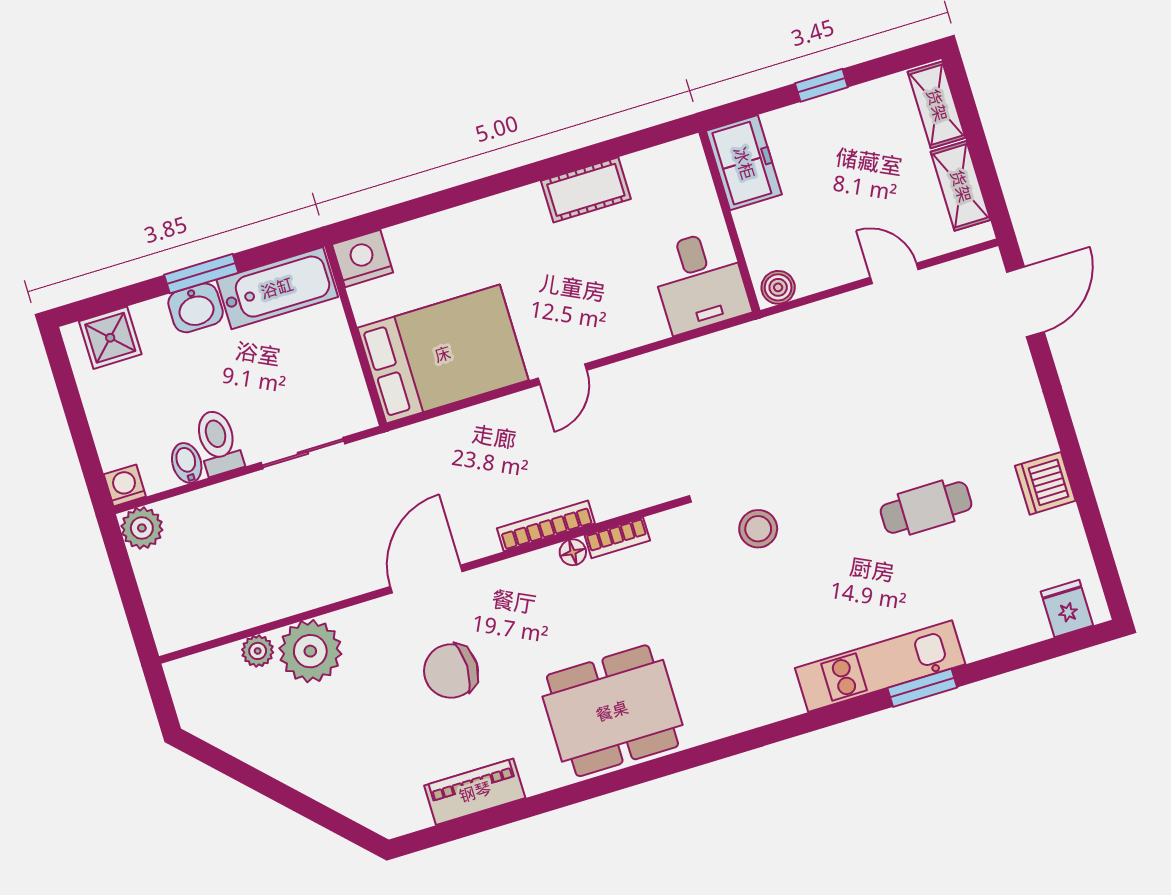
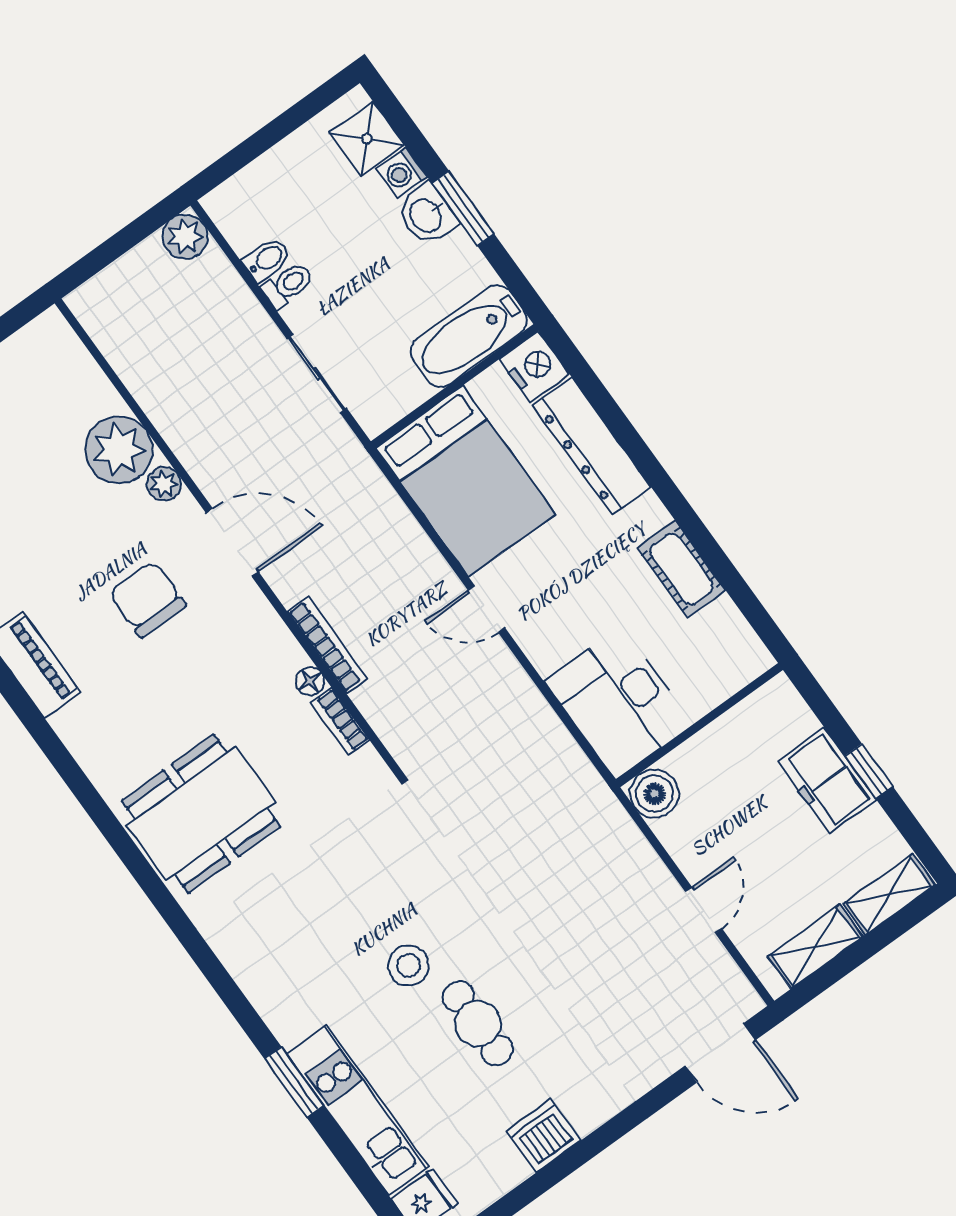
freezer: (744, 163) -> (827, 780), moved, turned 90
dresser: (450, 232) -> (592, 446), added
desk: (700, 281) -> (619, 703), width x1.37
boiler: (778, 287) -> (655, 794), width x1.36, depth x1.36
bathtub: (277, 288) -> (469, 336), moved, turned 90
toilet: (218, 442) -> (288, 285), width x0.73, depth x0.72
washing machine: (125, 485) -> (402, 173), moved, turned 180
stool: (758, 529) -> (409, 965), moved
plant: (258, 651) -> (164, 484), moved
kitchen unit: (880, 666) -> (358, 1110), moved
dining table: (612, 711) -> (201, 814), moved, turned 90

